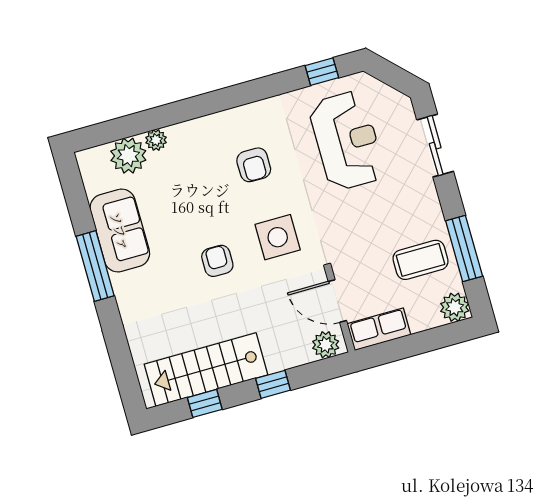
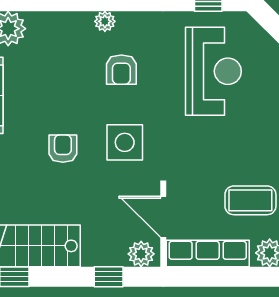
plant: (156, 140) -> (105, 21), moved
row of seats: (379, 329) -> (208, 254), width x1.48
window: (273, 384) -> (109, 277), moved

